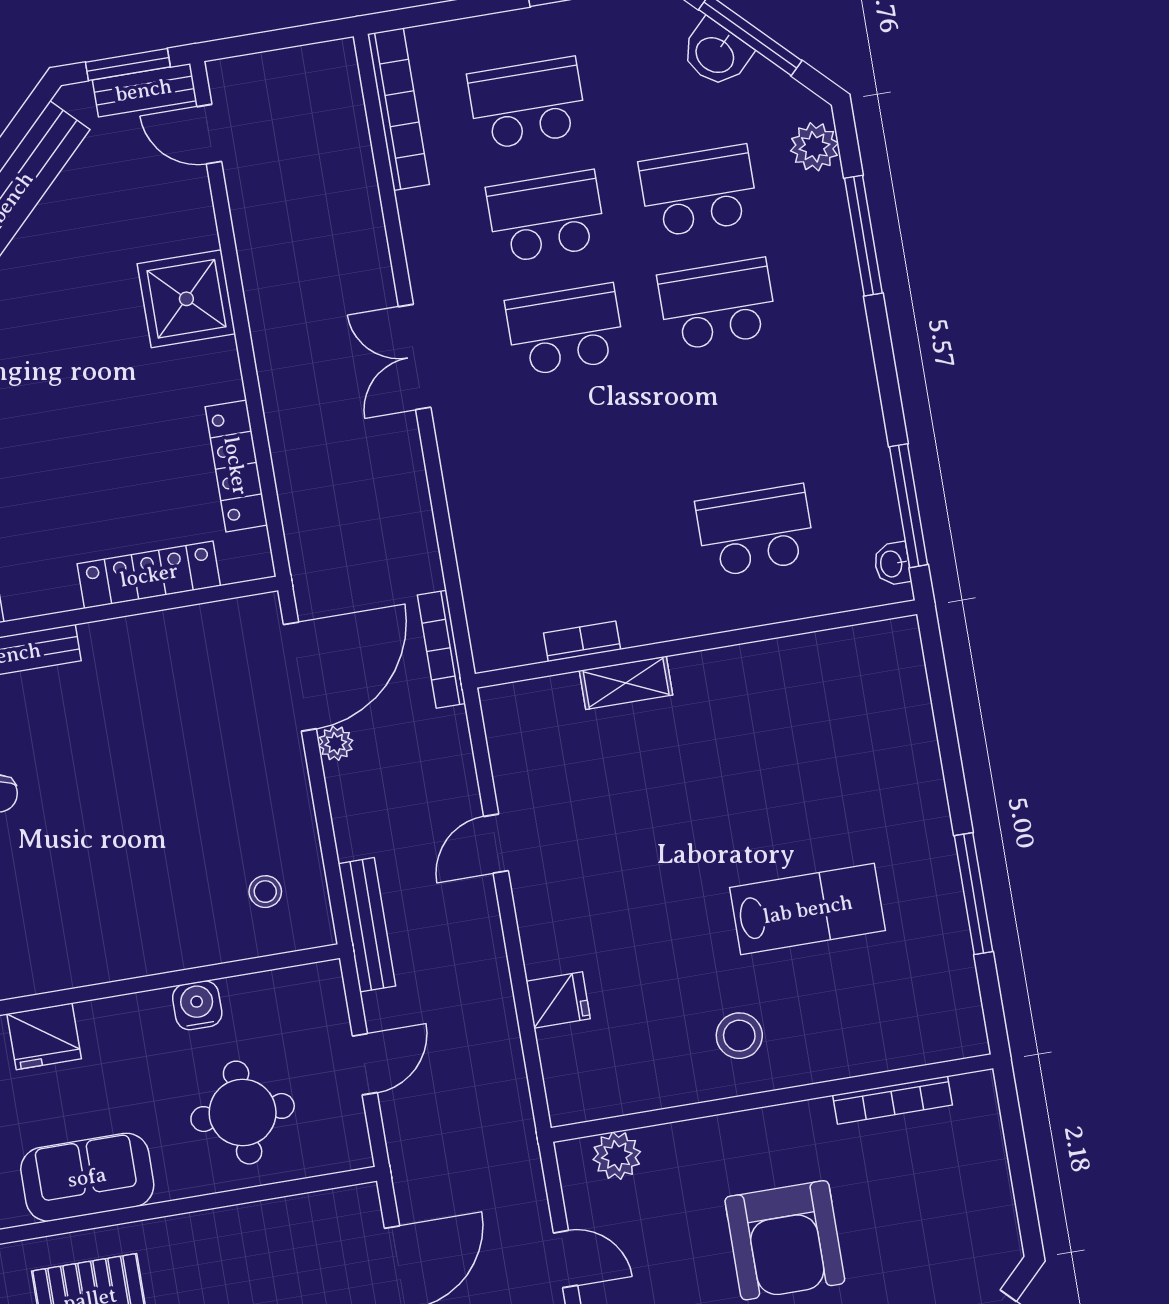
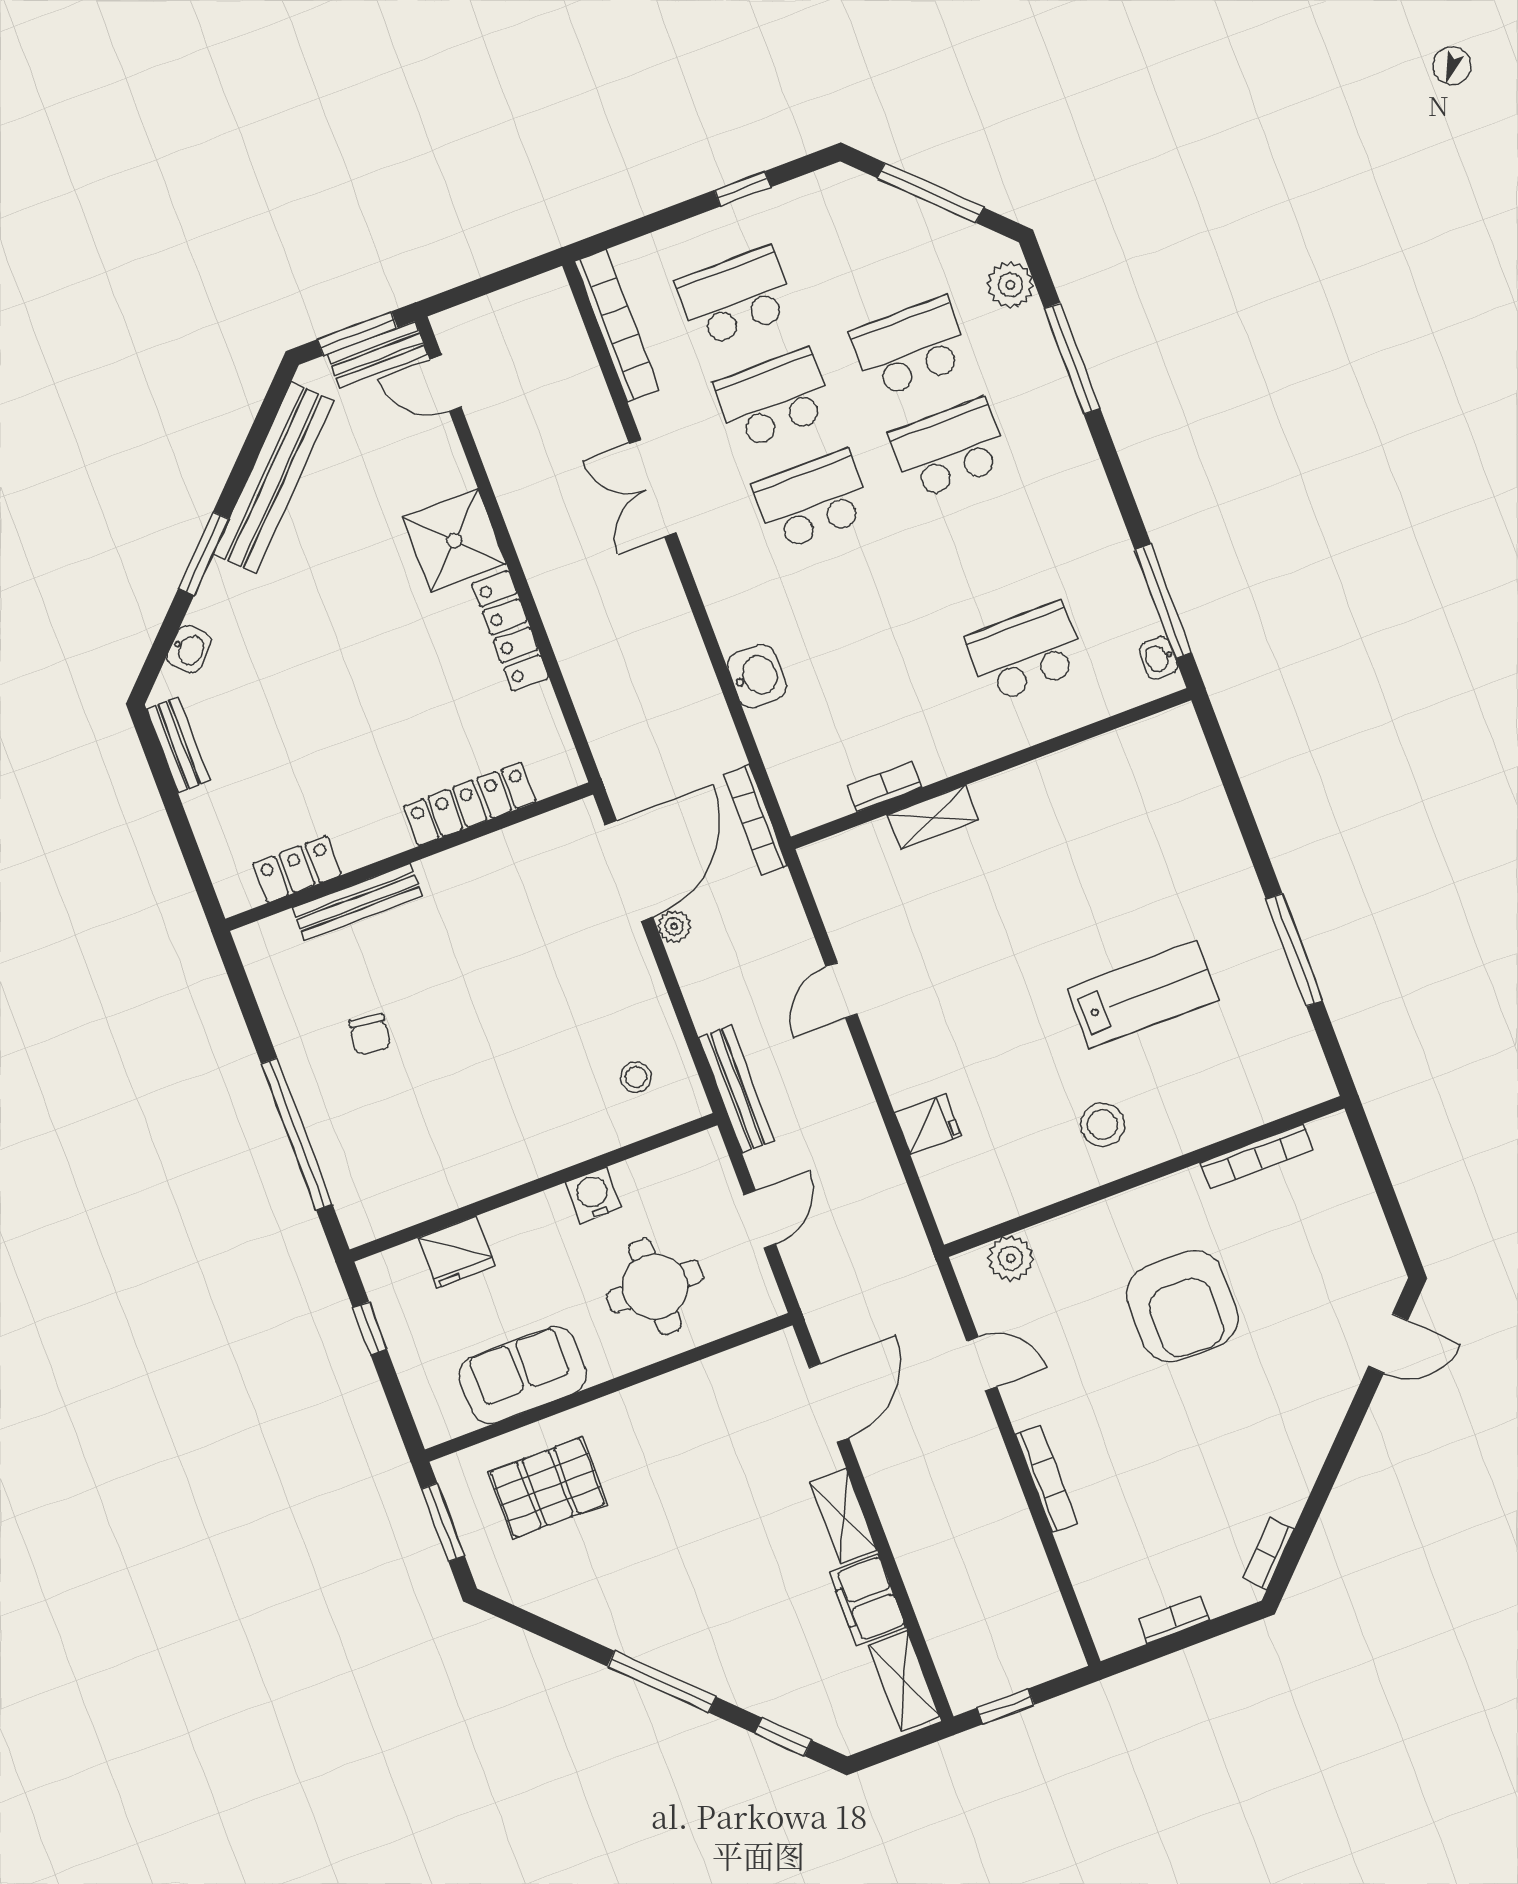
washbasin: (716, 54) -> (757, 676), moved, turned -135
double door: (415, 357) -> (653, 488), moved
locker: (236, 466) -> (510, 631), moved

